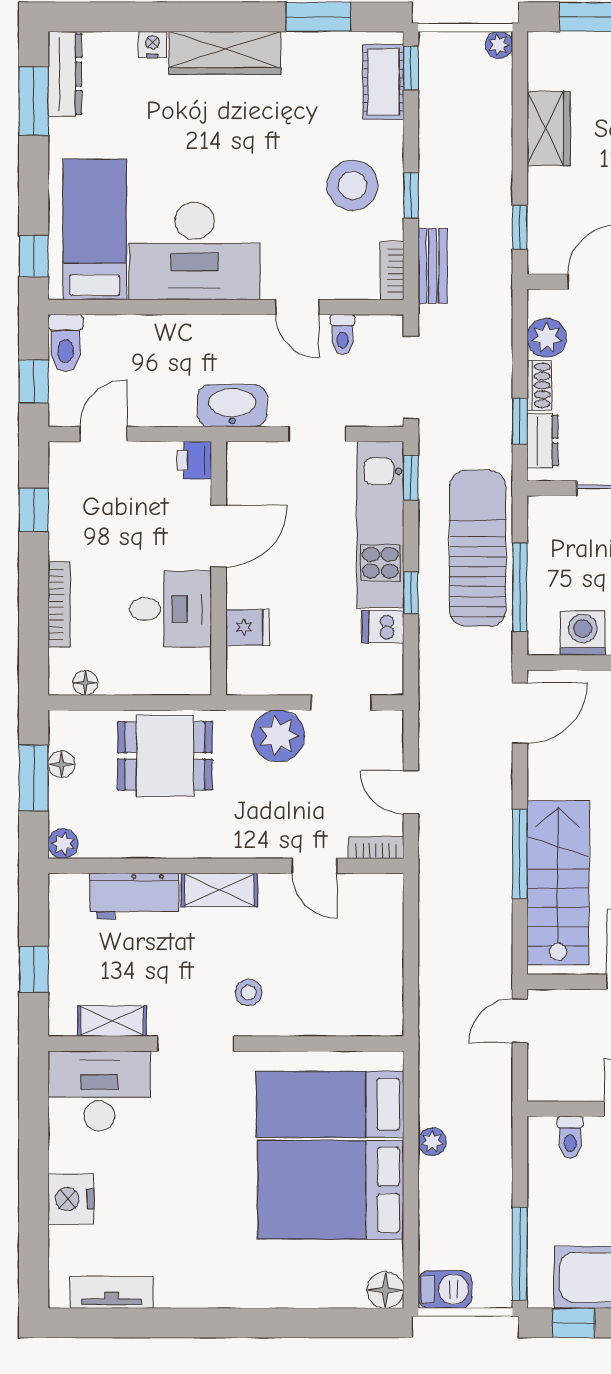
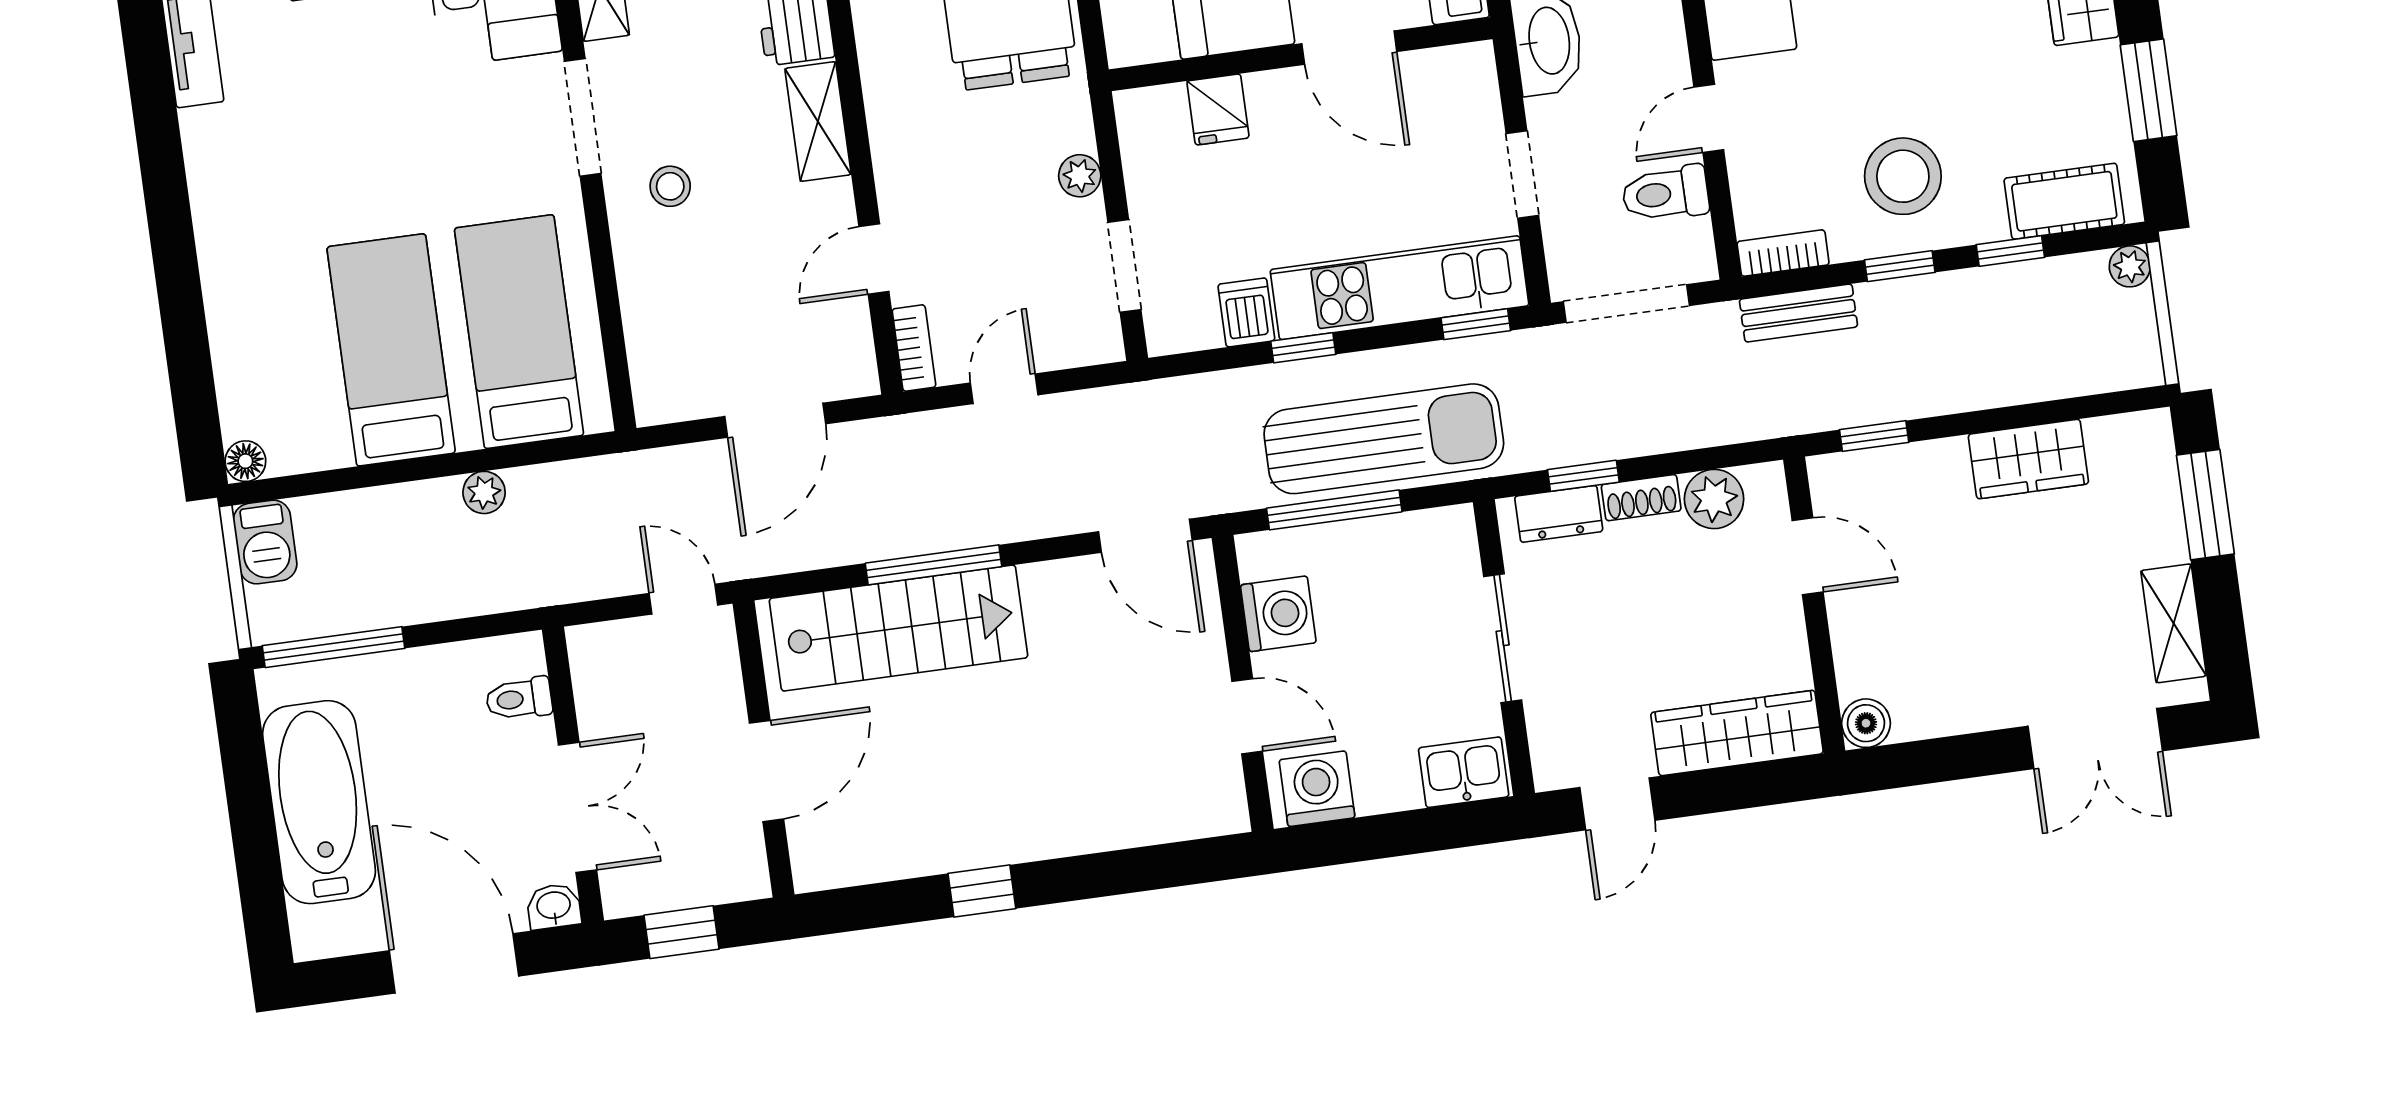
plant: (499, 45) -> (2130, 266), moved
window: (411, 68) -> (2010, 251), moved
toilet: (343, 334) -> (1665, 194), width x1.37, depth x1.39
plant: (278, 736) -> (1080, 176), width x0.53, depth x0.53
door: (411, 945) -> (775, 420), added
bed: (331, 1190) -> (391, 350), width x0.67
floor lamp: (385, 1290) -> (245, 461), width x0.73, depth x0.73
window: (574, 1323) -> (241, 742), removed

